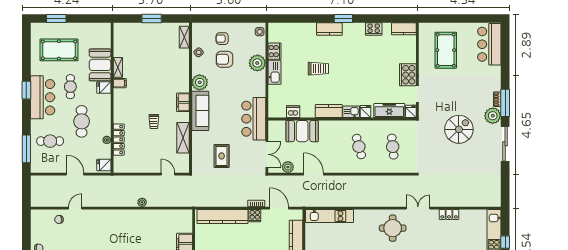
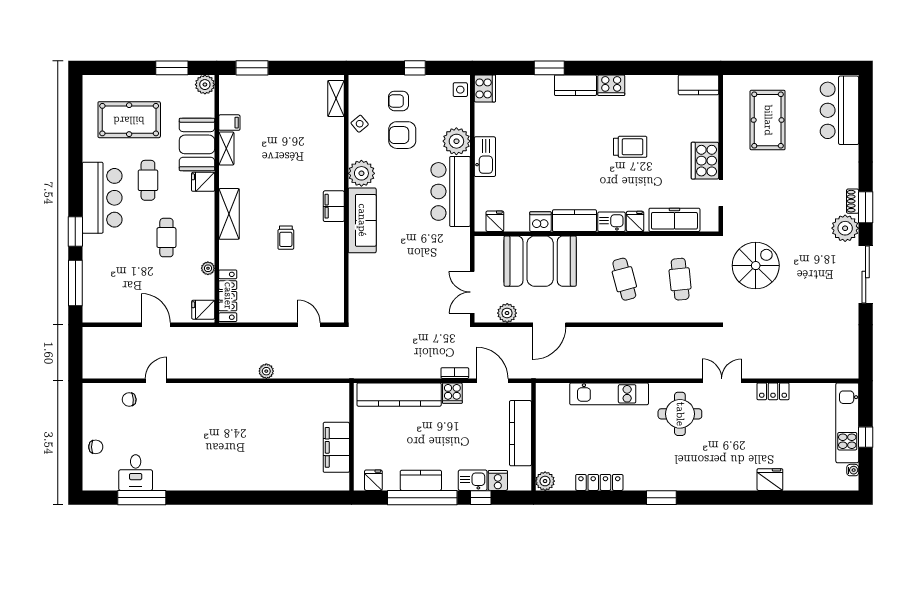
window: (56, 19) -> (172, 68), moved
window: (152, 19) -> (252, 68), moved
window: (232, 19) -> (415, 68), added
window: (343, 19) -> (549, 68), moved
plant: (105, 29) -> (205, 85), added
cooker: (374, 29) -> (611, 85), moved
cooker: (274, 51) -> (485, 88), moved
trolley: (318, 69) -> (630, 147), moved
filing cabinet: (120, 83) -> (229, 123), moved
window: (26, 90) -> (75, 231), moved
window: (505, 103) -> (866, 207), width x0.69
fridge: (411, 111) -> (495, 221), moved
dishwasher: (293, 112) -> (540, 222), moved
bar counter: (254, 119) -> (451, 191), moved
cafe table: (82, 121) -> (166, 238), width x0.73, depth x0.74
spiral stairs: (459, 129) -> (756, 266), moved
booth: (302, 131) -> (540, 261), width x1.36, depth x1.42
shelving: (183, 138) -> (229, 214), moved
locker: (119, 140) -> (228, 296), moved
cafe table: (50, 141) -> (114, 270), removed
double door: (267, 154) -> (472, 292), swing flipped
rug: (222, 156) -> (398, 295), removed
door: (314, 174) -> (549, 325), swing flipped
kitchen unit: (329, 216) -> (609, 394), moved

